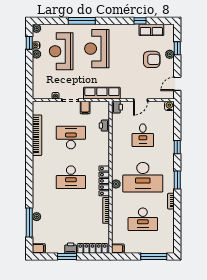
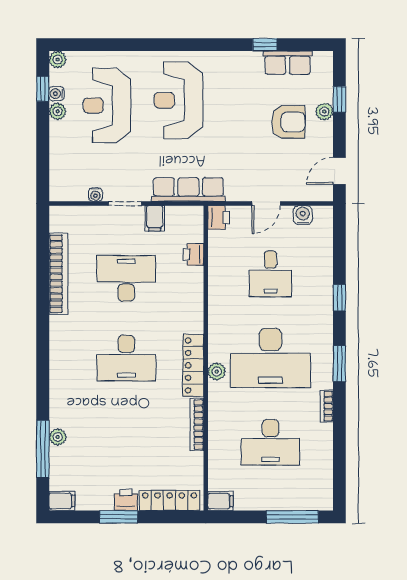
window: (82, 21) -> (148, 45), removed
water cooler: (169, 106) -> (303, 215), moved

